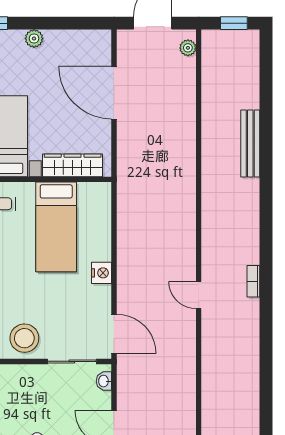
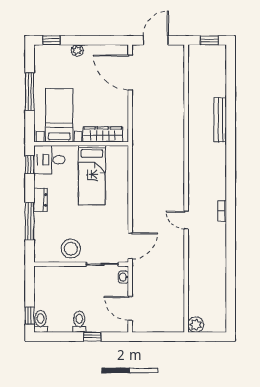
plant: (188, 48) -> (179, 57), removed
door: (114, 93) -> (130, 72), moved
nightstand: (101, 273) -> (122, 206), removed
door: (114, 334) -> (130, 246), hinge flipped

